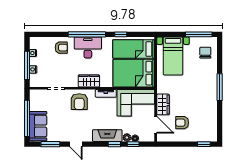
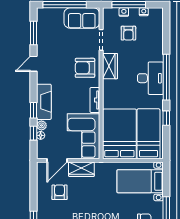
armchair: (61, 48) -> (128, 33), moved
wardrobe: (89, 81) -> (110, 66), moved
sofa: (38, 126) -> (82, 18), moved

